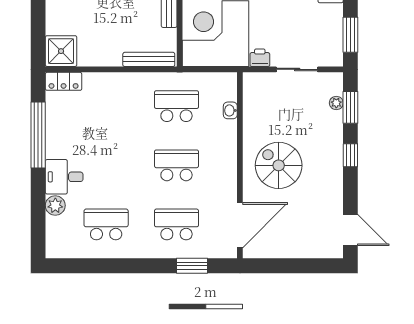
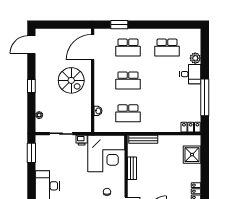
shower: (61, 51) -> (192, 155), moved
window: (350, 107) -> (31, 113), removed
door: (350, 230) -> (31, 45), hinge flipped

